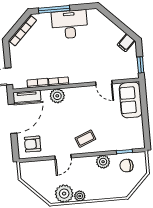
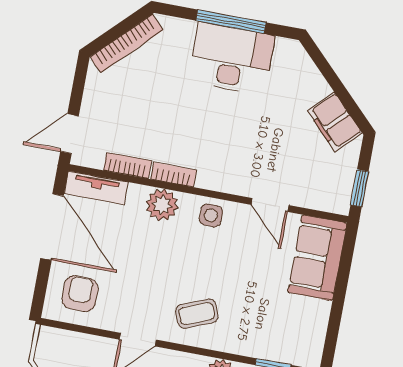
window: (54, 9) -> (231, 22), moved
filing cabinet: (126, 43) -> (335, 122), width x2.00
side table: (80, 95) -> (211, 215), added
door: (12, 119) -> (52, 227), hinge flipped
armchair: (33, 144) -> (80, 294), turned 90

